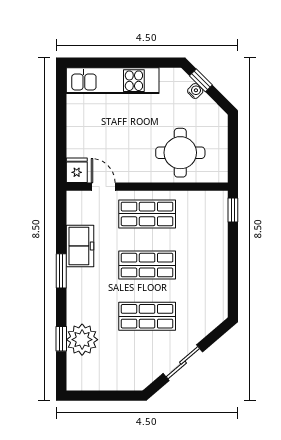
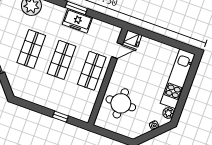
plant: (169, 76) -> (168, 113), added
window: (201, 80) -> (159, 131), removed
window: (233, 210) -> (60, 117), moved
freezer: (80, 246) -> (77, 21), moved

